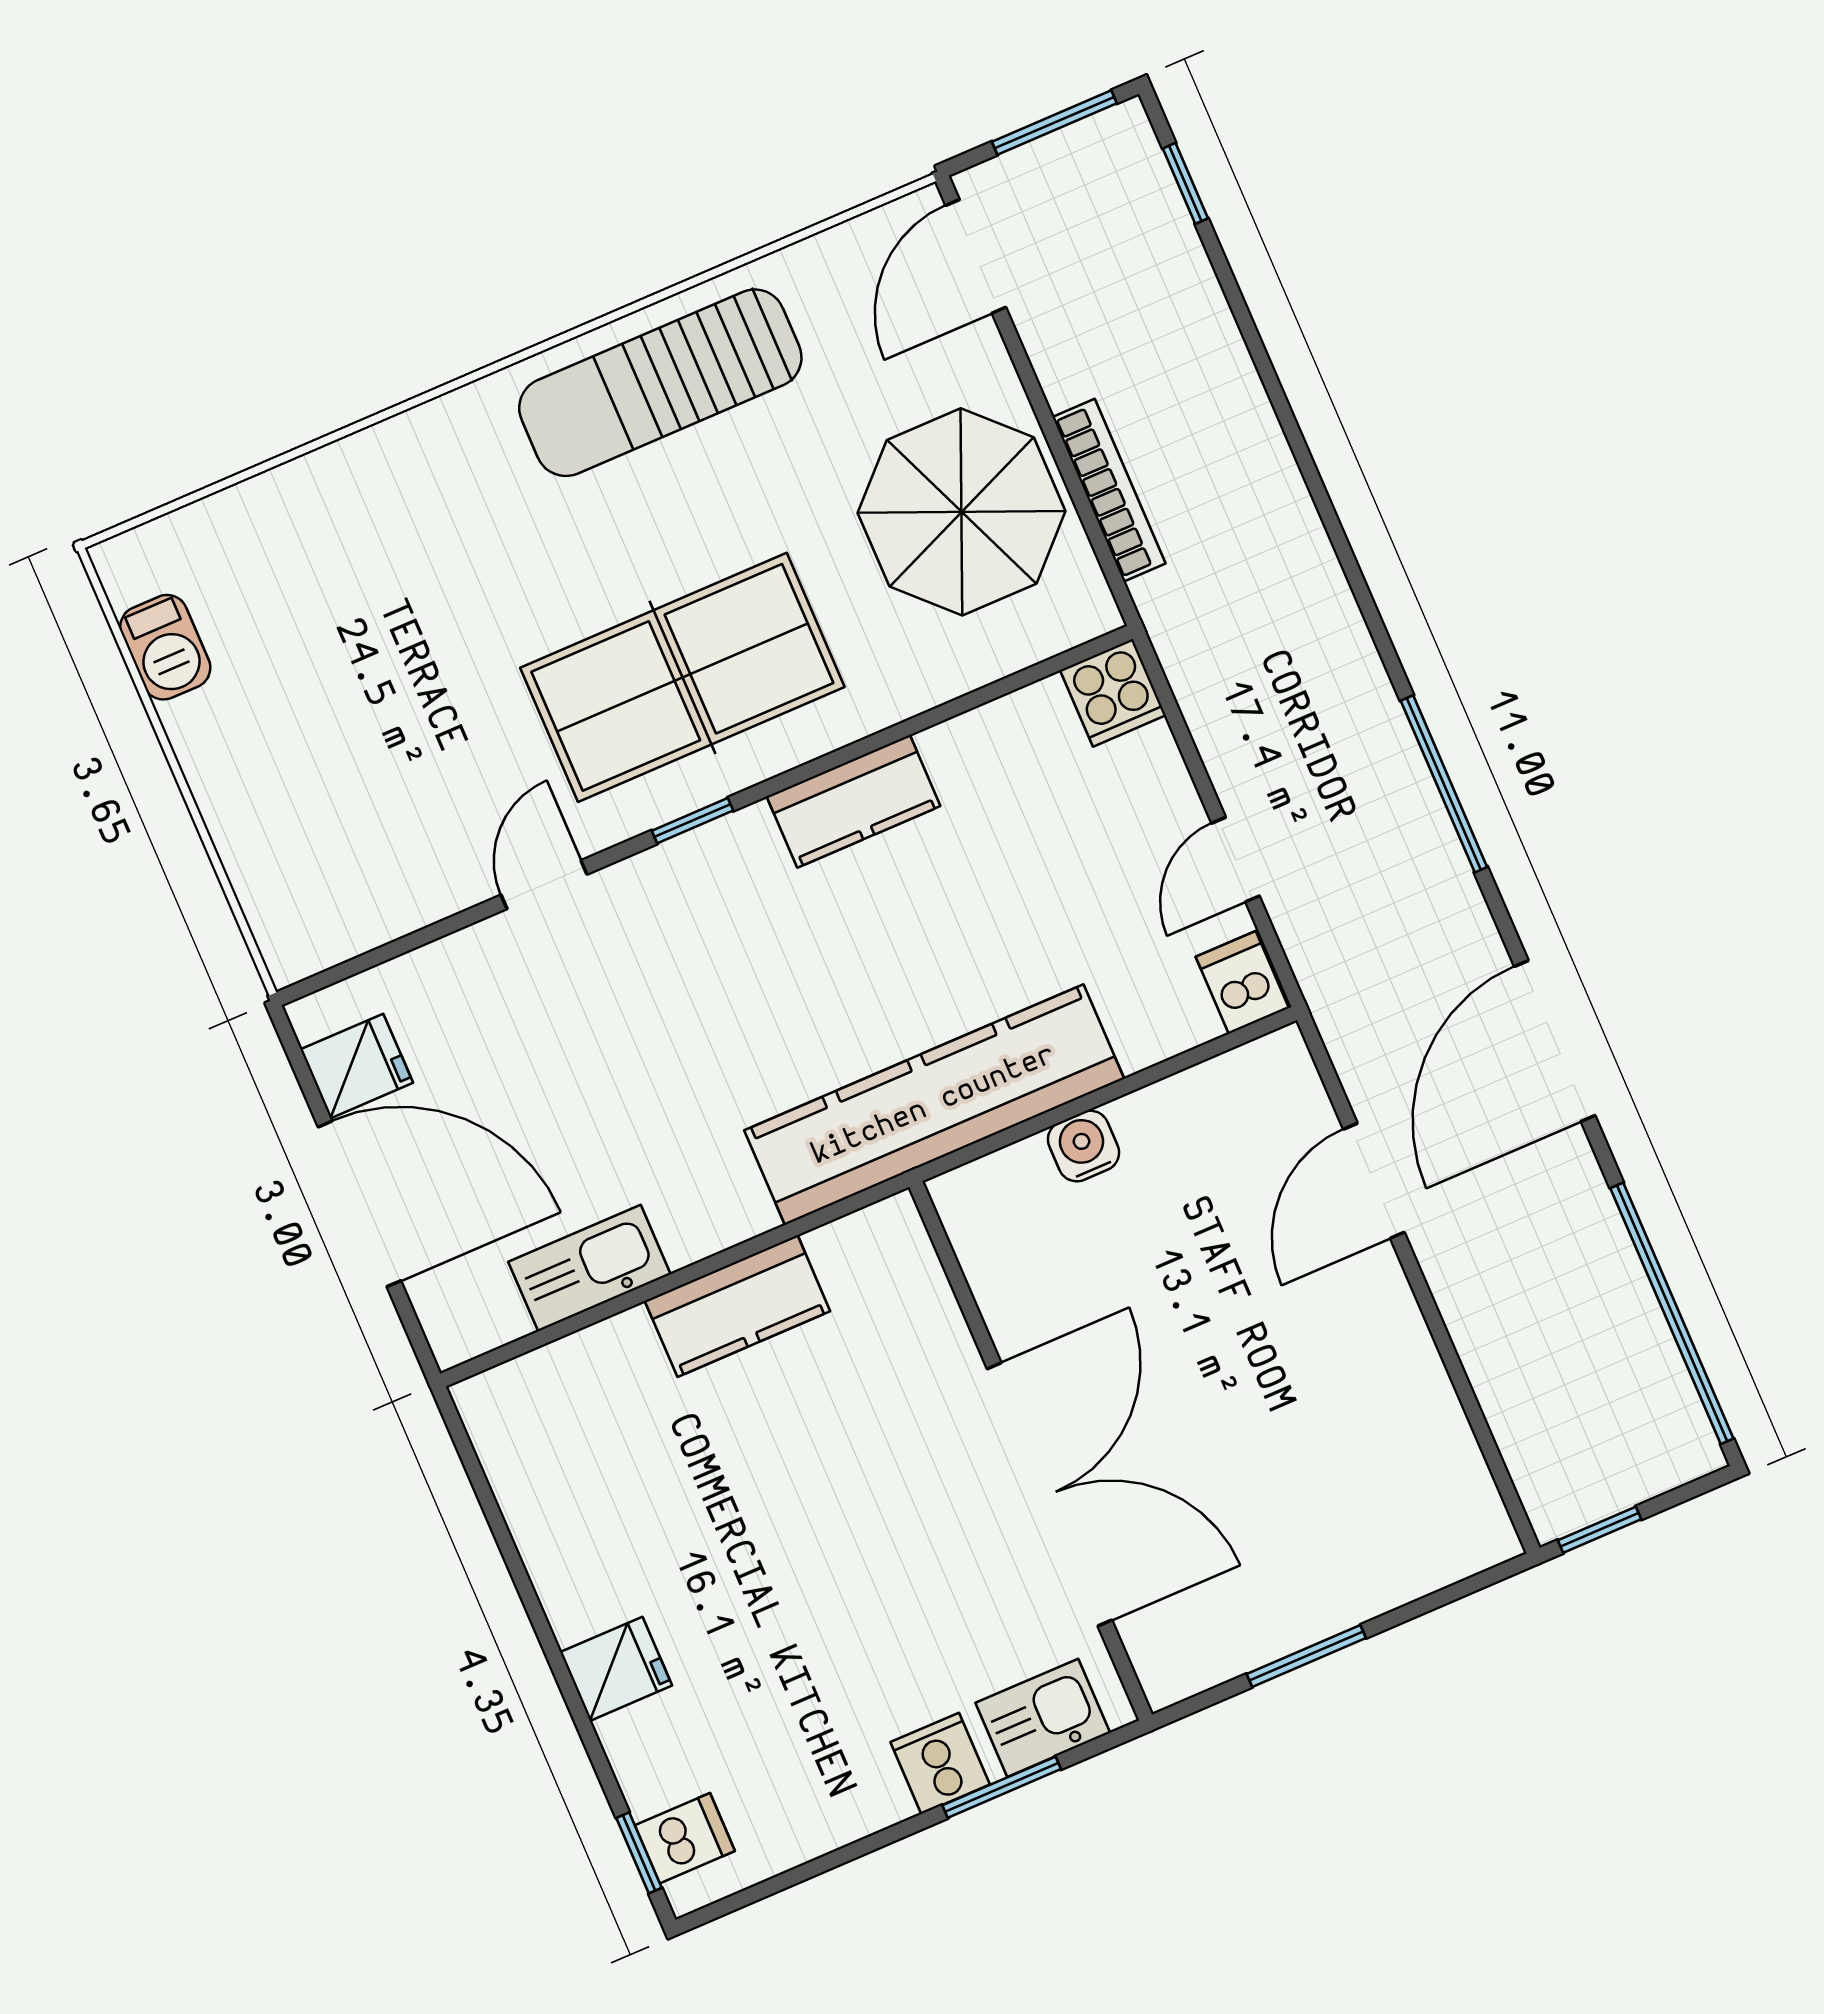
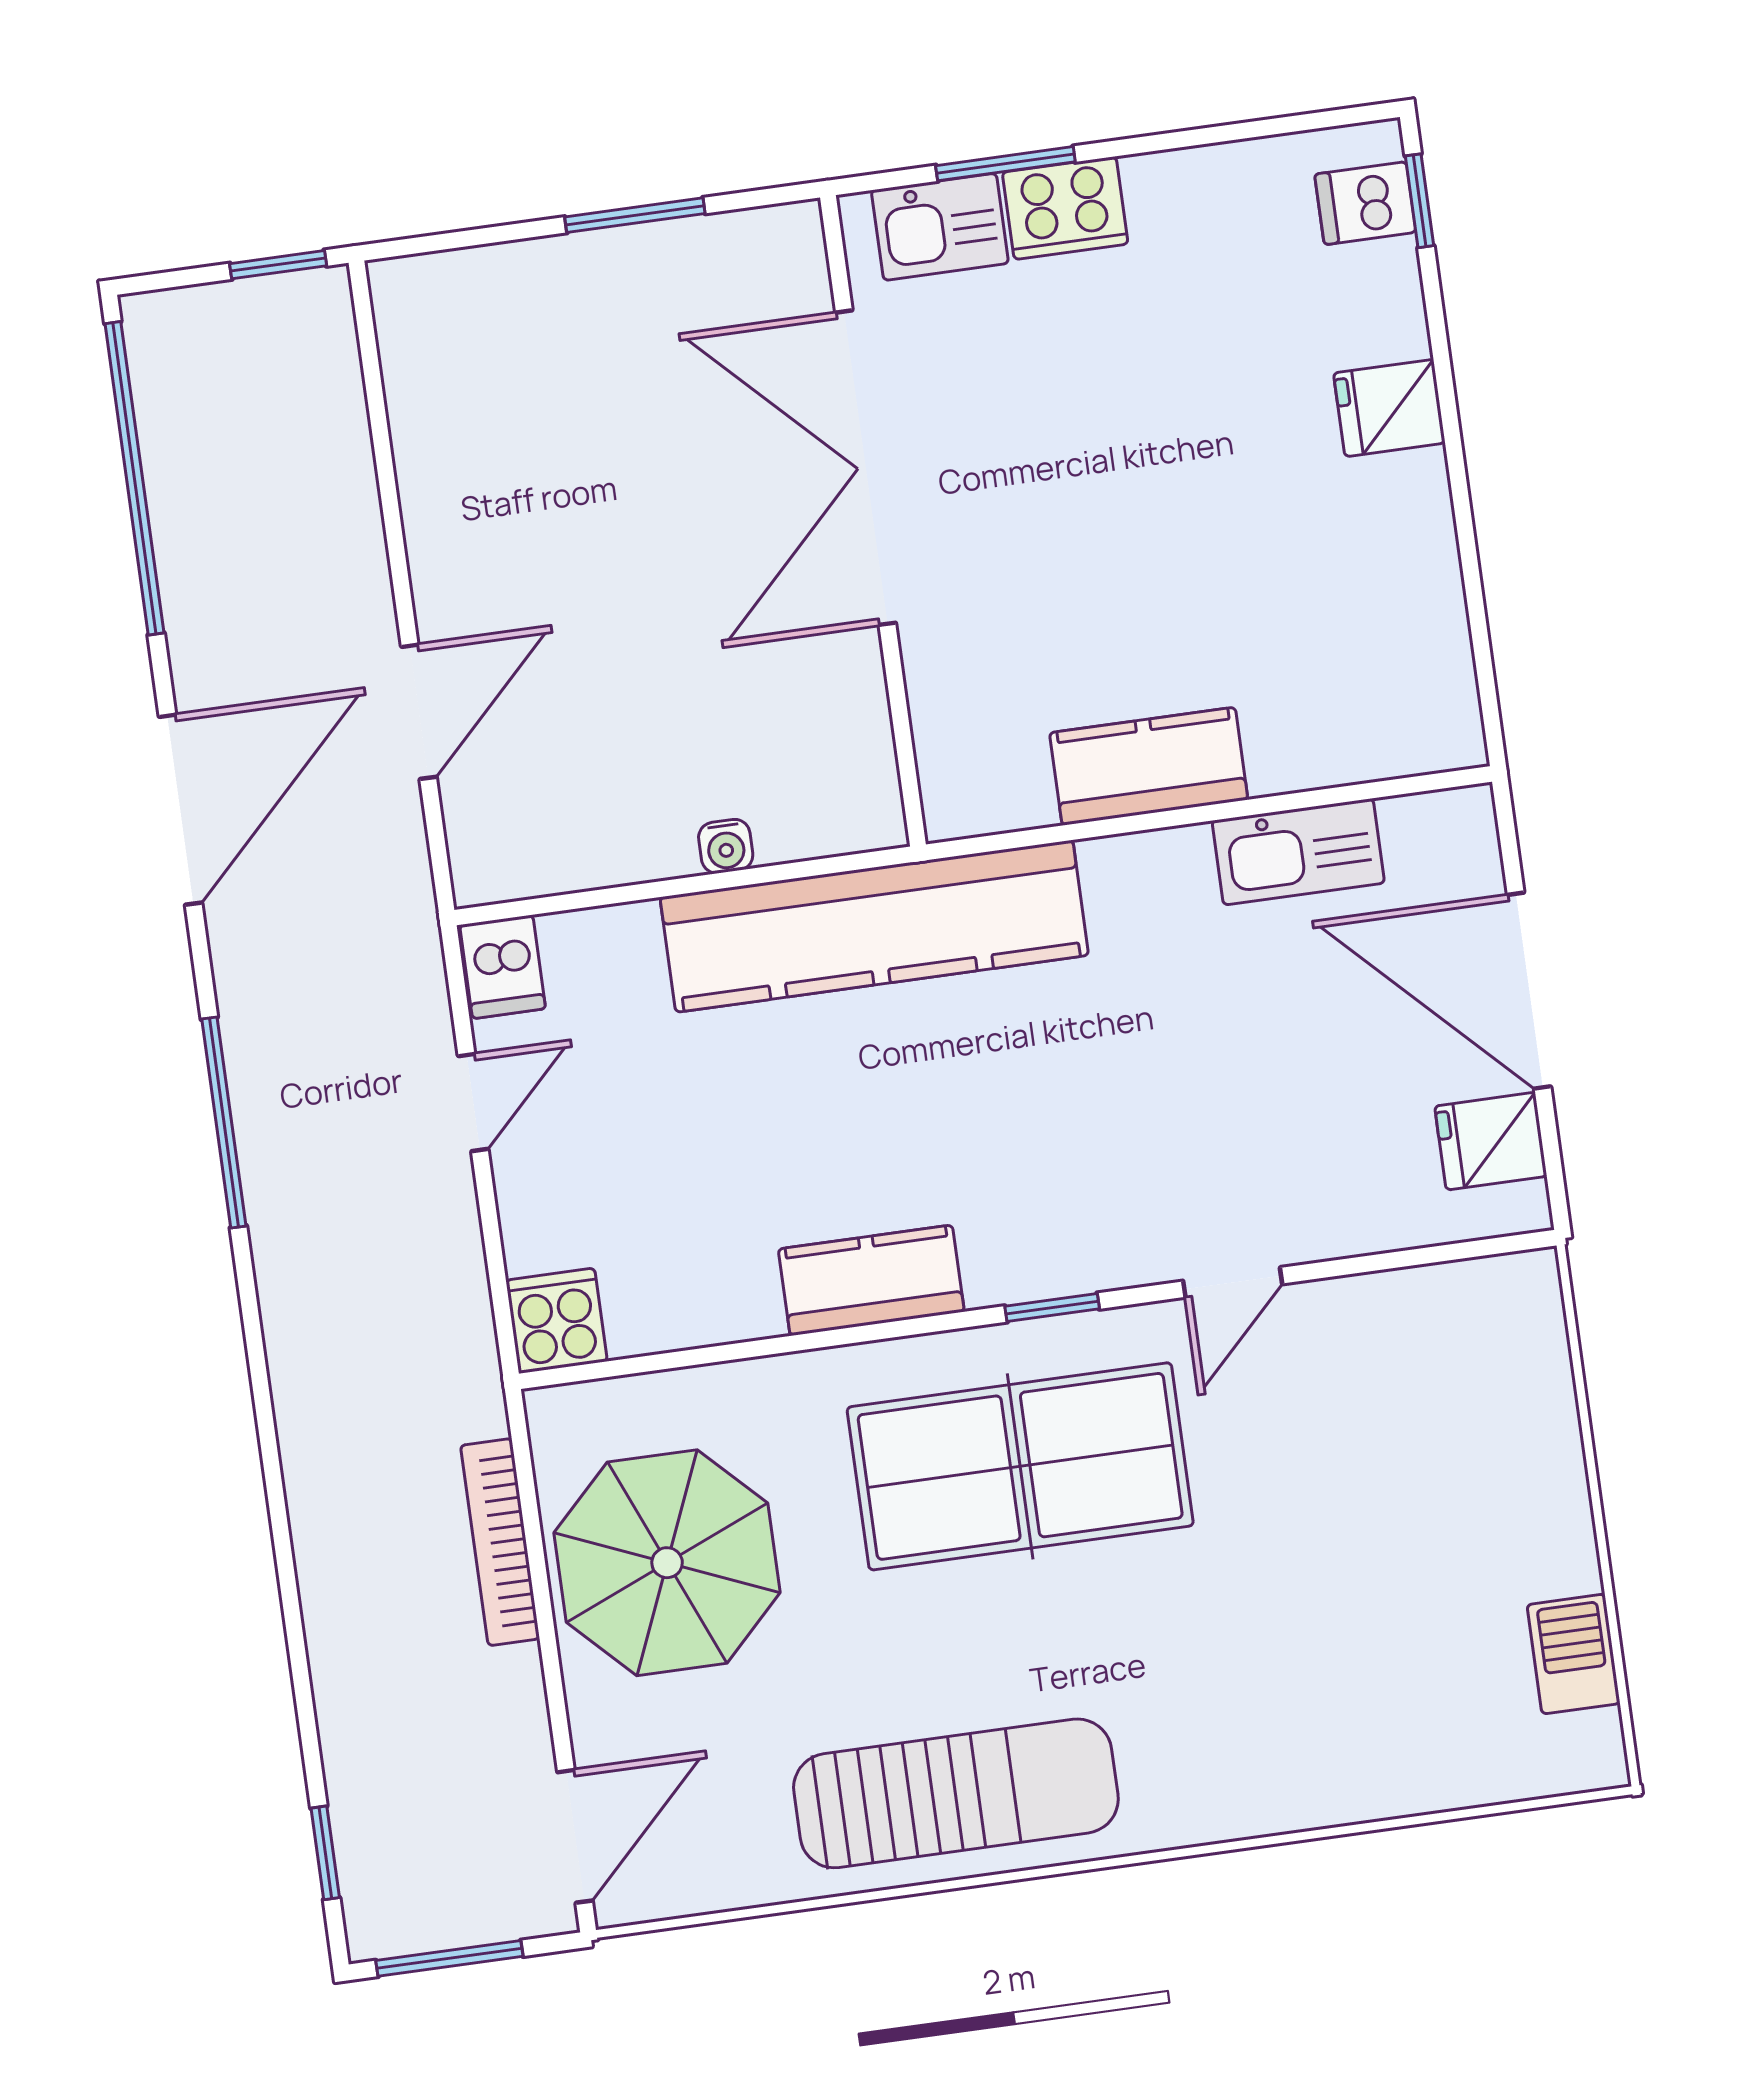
water cooler: (1083, 1146) -> (726, 846), width x0.72, depth x0.72
cooker: (940, 1763) -> (1065, 208), width x1.36

